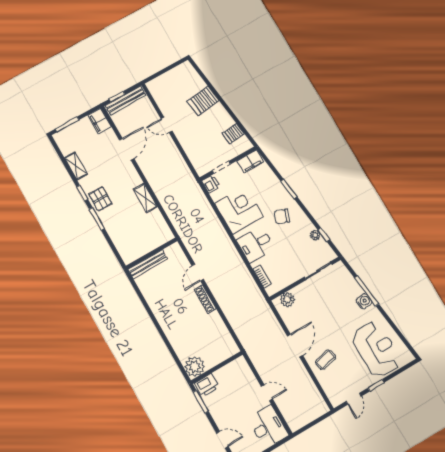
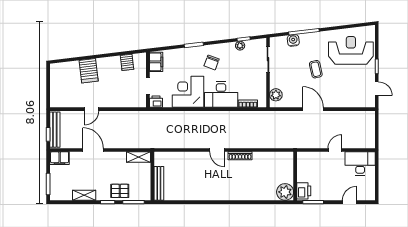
desk: (256, 244) -> (221, 95), width x1.37
wall: (152, 253) -> (152, 176), moved
bench: (148, 264) -> (159, 183), moved
water cooler: (364, 301) -> (293, 40), moved
coffee table: (326, 360) -> (316, 69), moved

